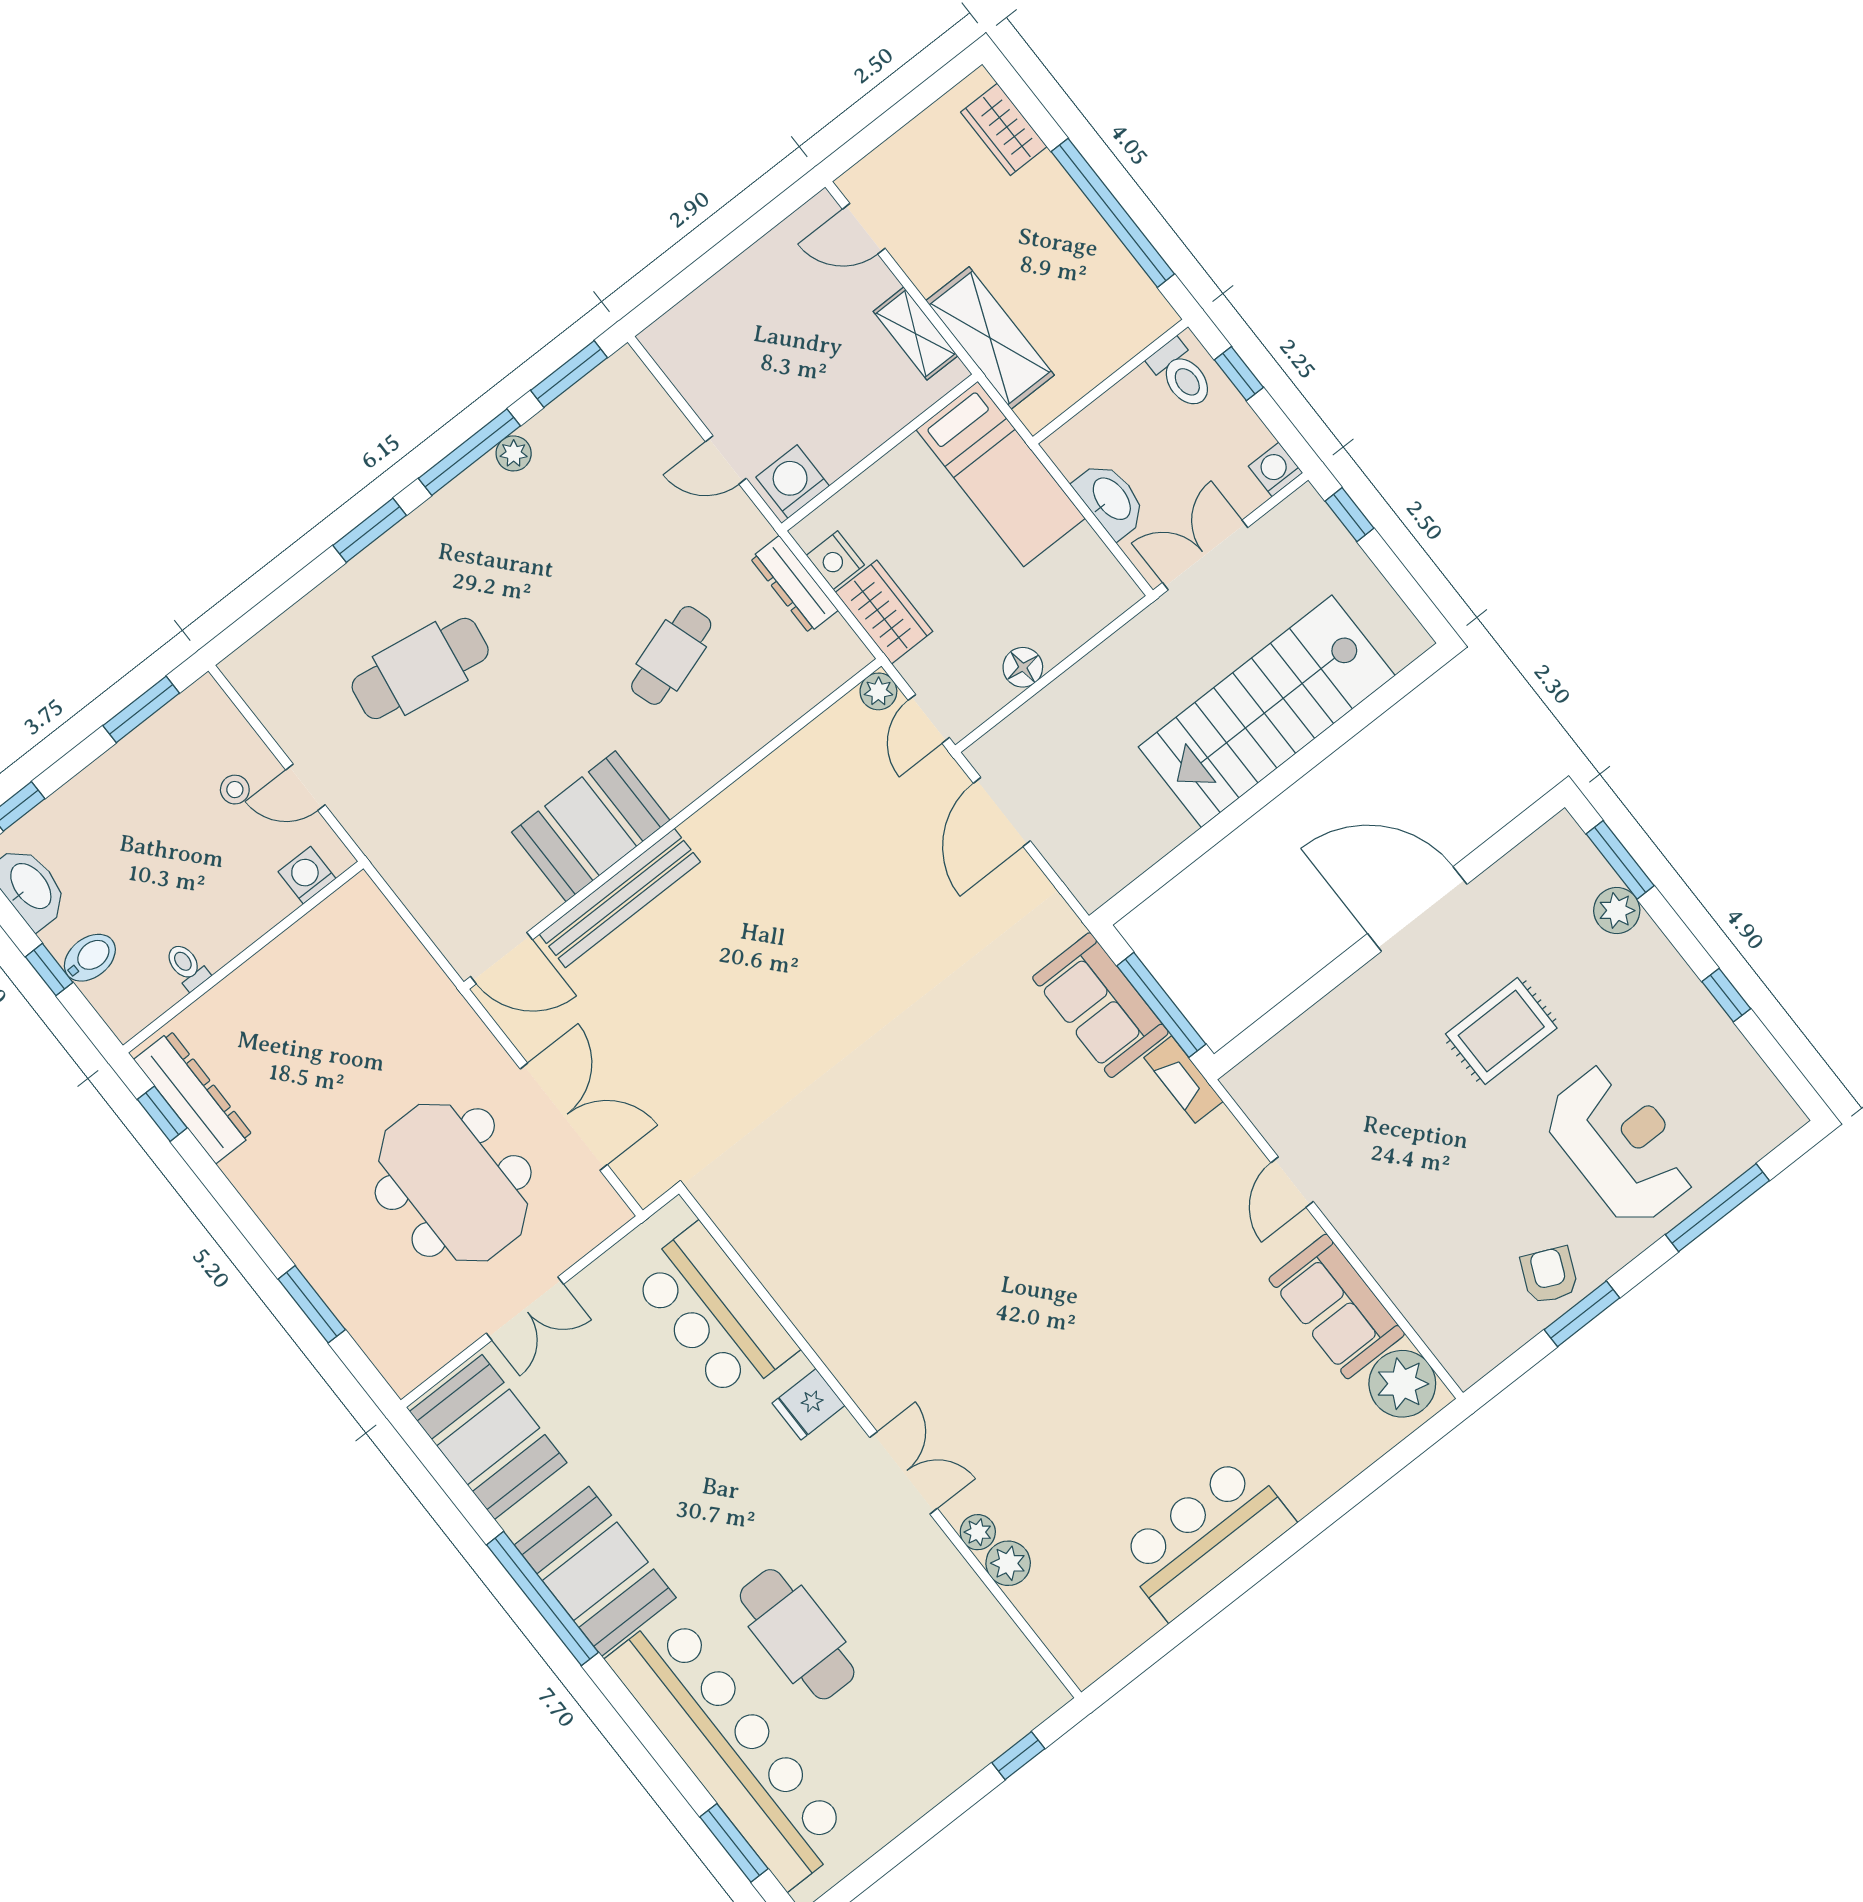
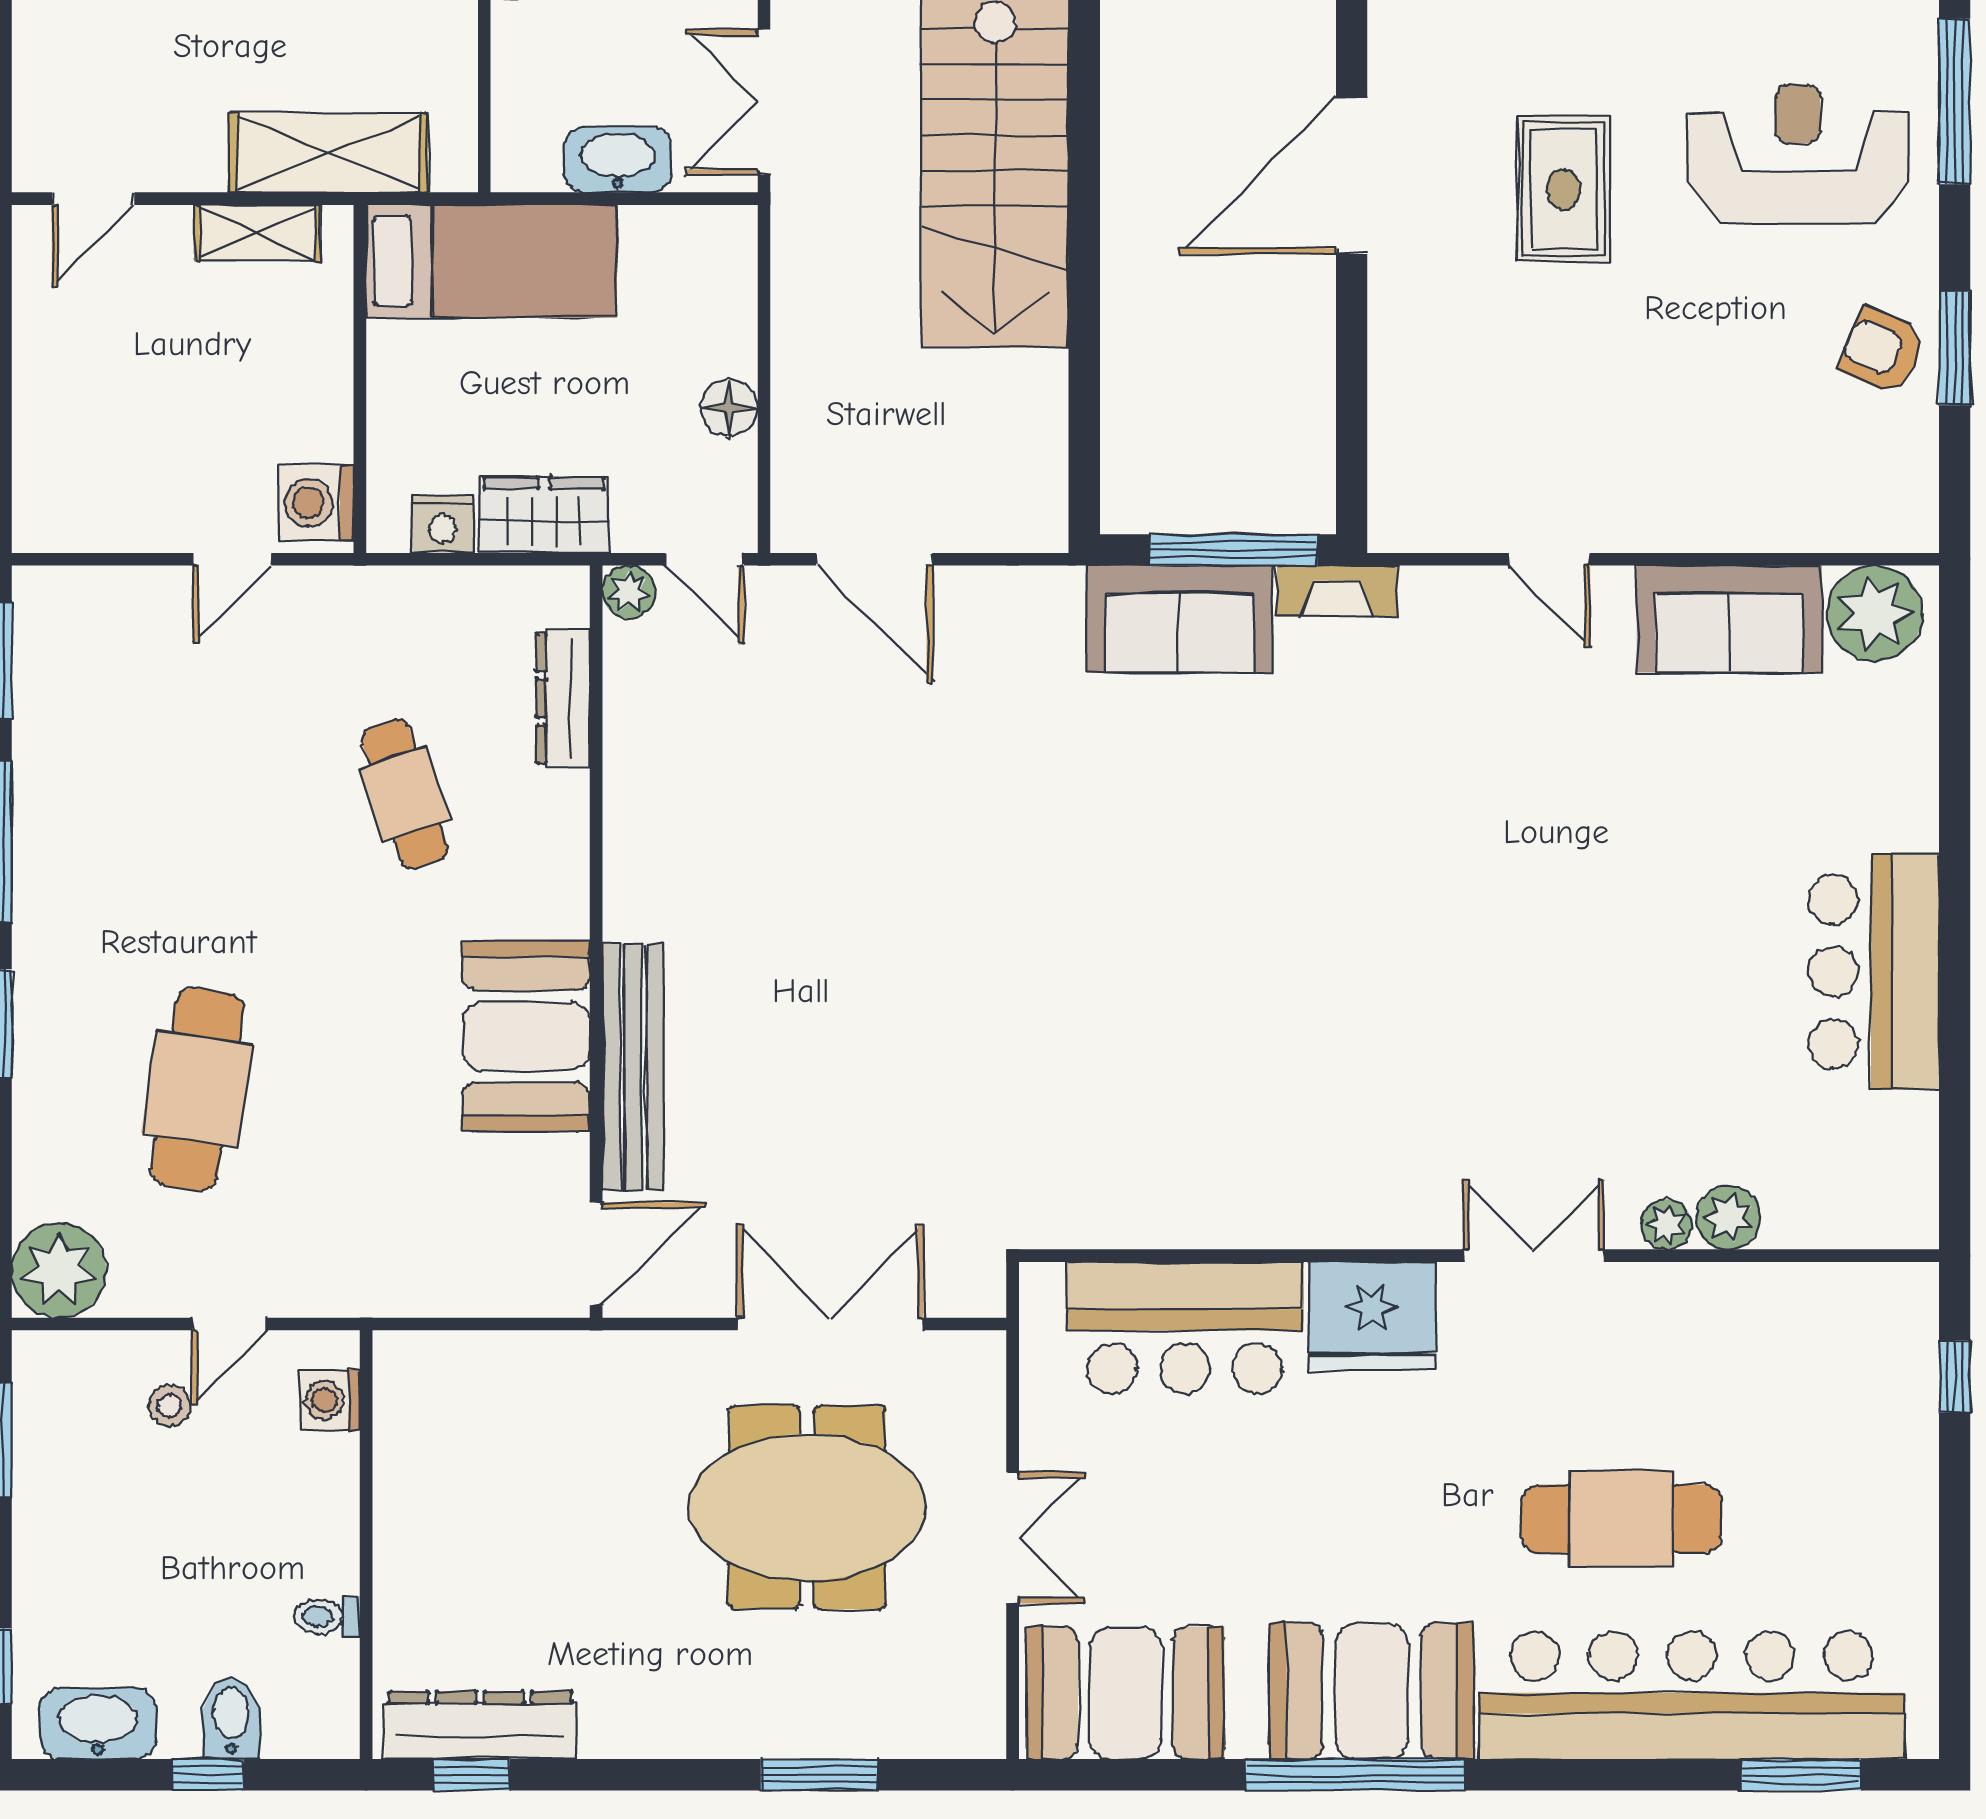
plant: (514, 453) -> (59, 1271), moved, width x1.87, depth x1.87
dresser: (794, 584) -> (563, 698), moved, turned 90
fridge: (809, 1404) -> (1372, 1316), width x1.88, depth x1.34

